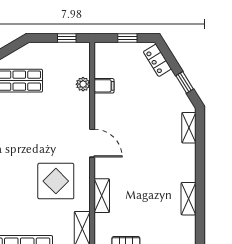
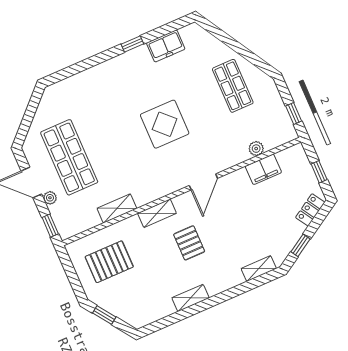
filing cabinet: (104, 86) -> (263, 169), width x2.00
pallet: (140, 179) -> (189, 243), added
display table: (56, 181) -> (165, 124), moved

